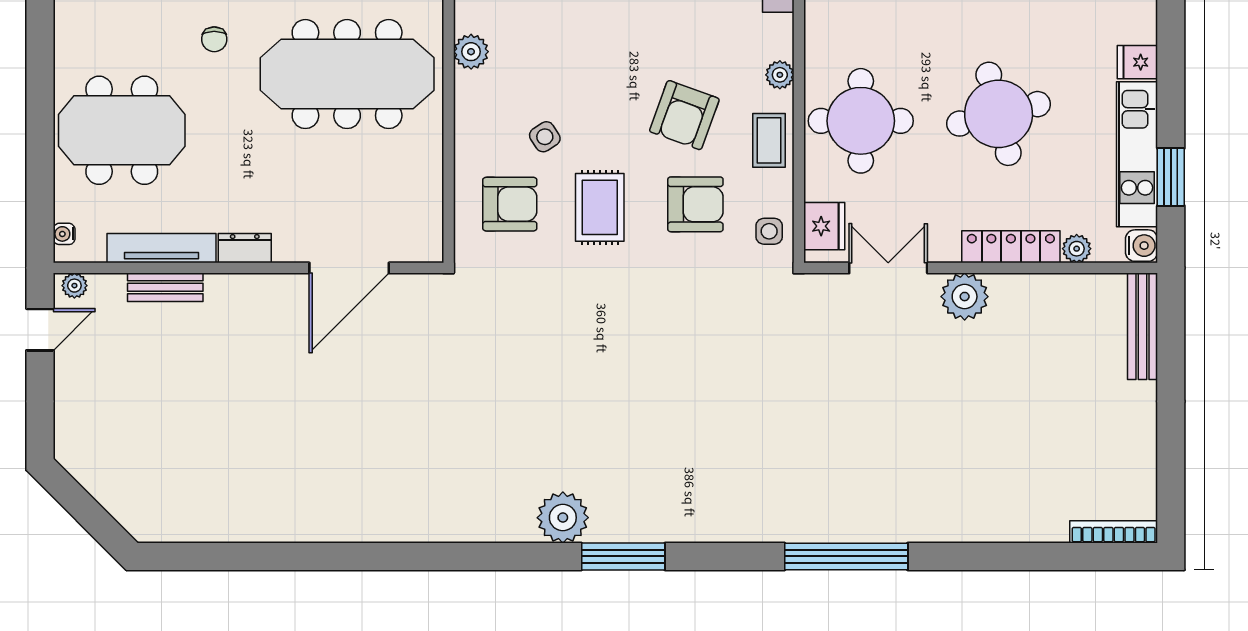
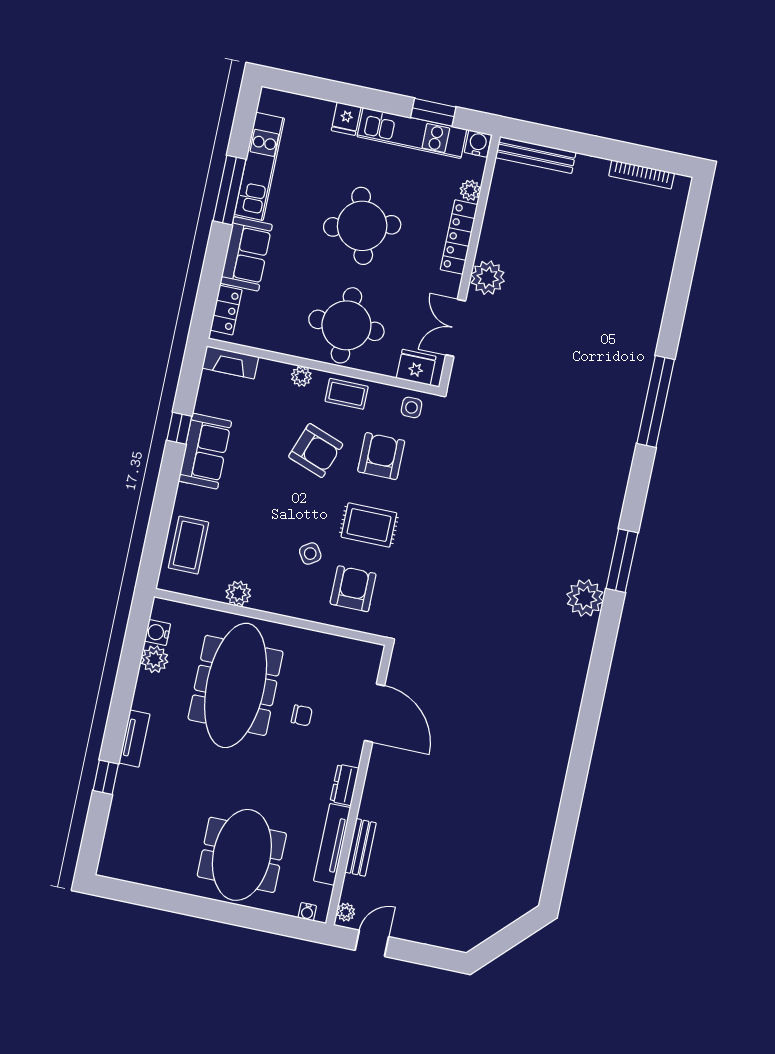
chair: (214, 39) -> (302, 715), moved
door: (40, 330) -> (372, 943), hinge flipped
bookcase: (1114, 532) -> (642, 174), moved, turned -90

